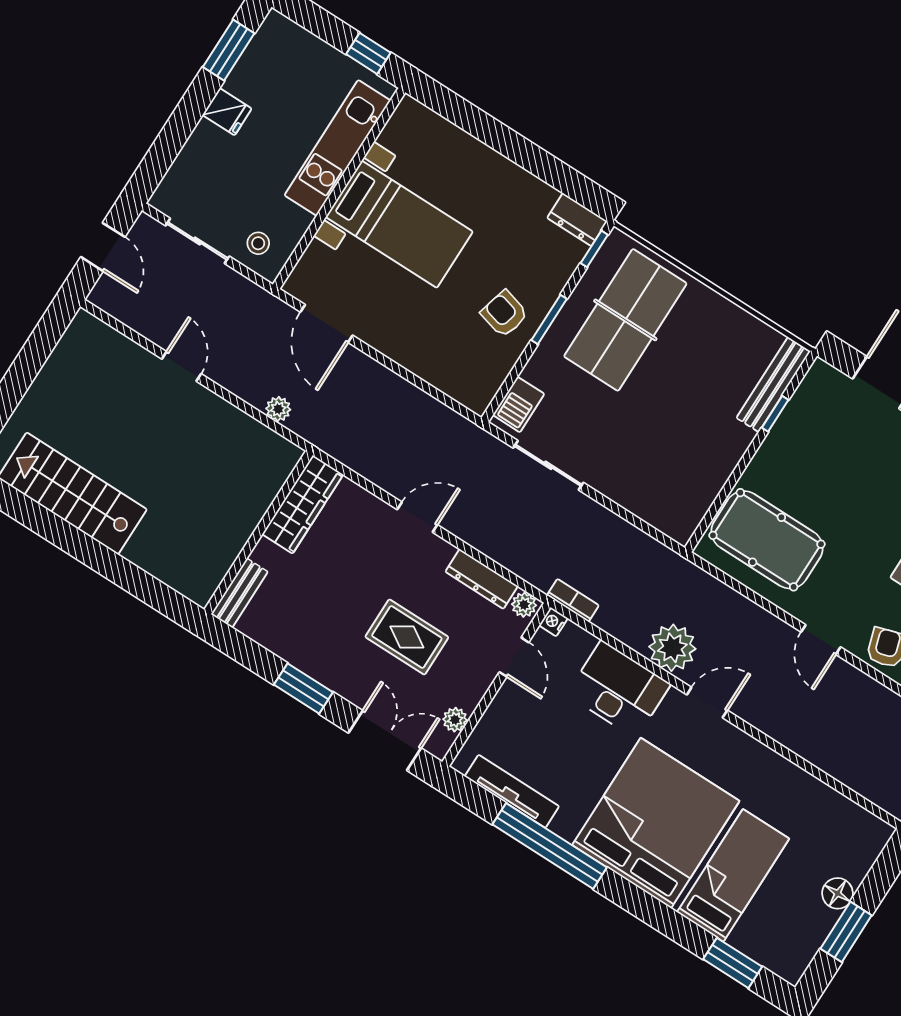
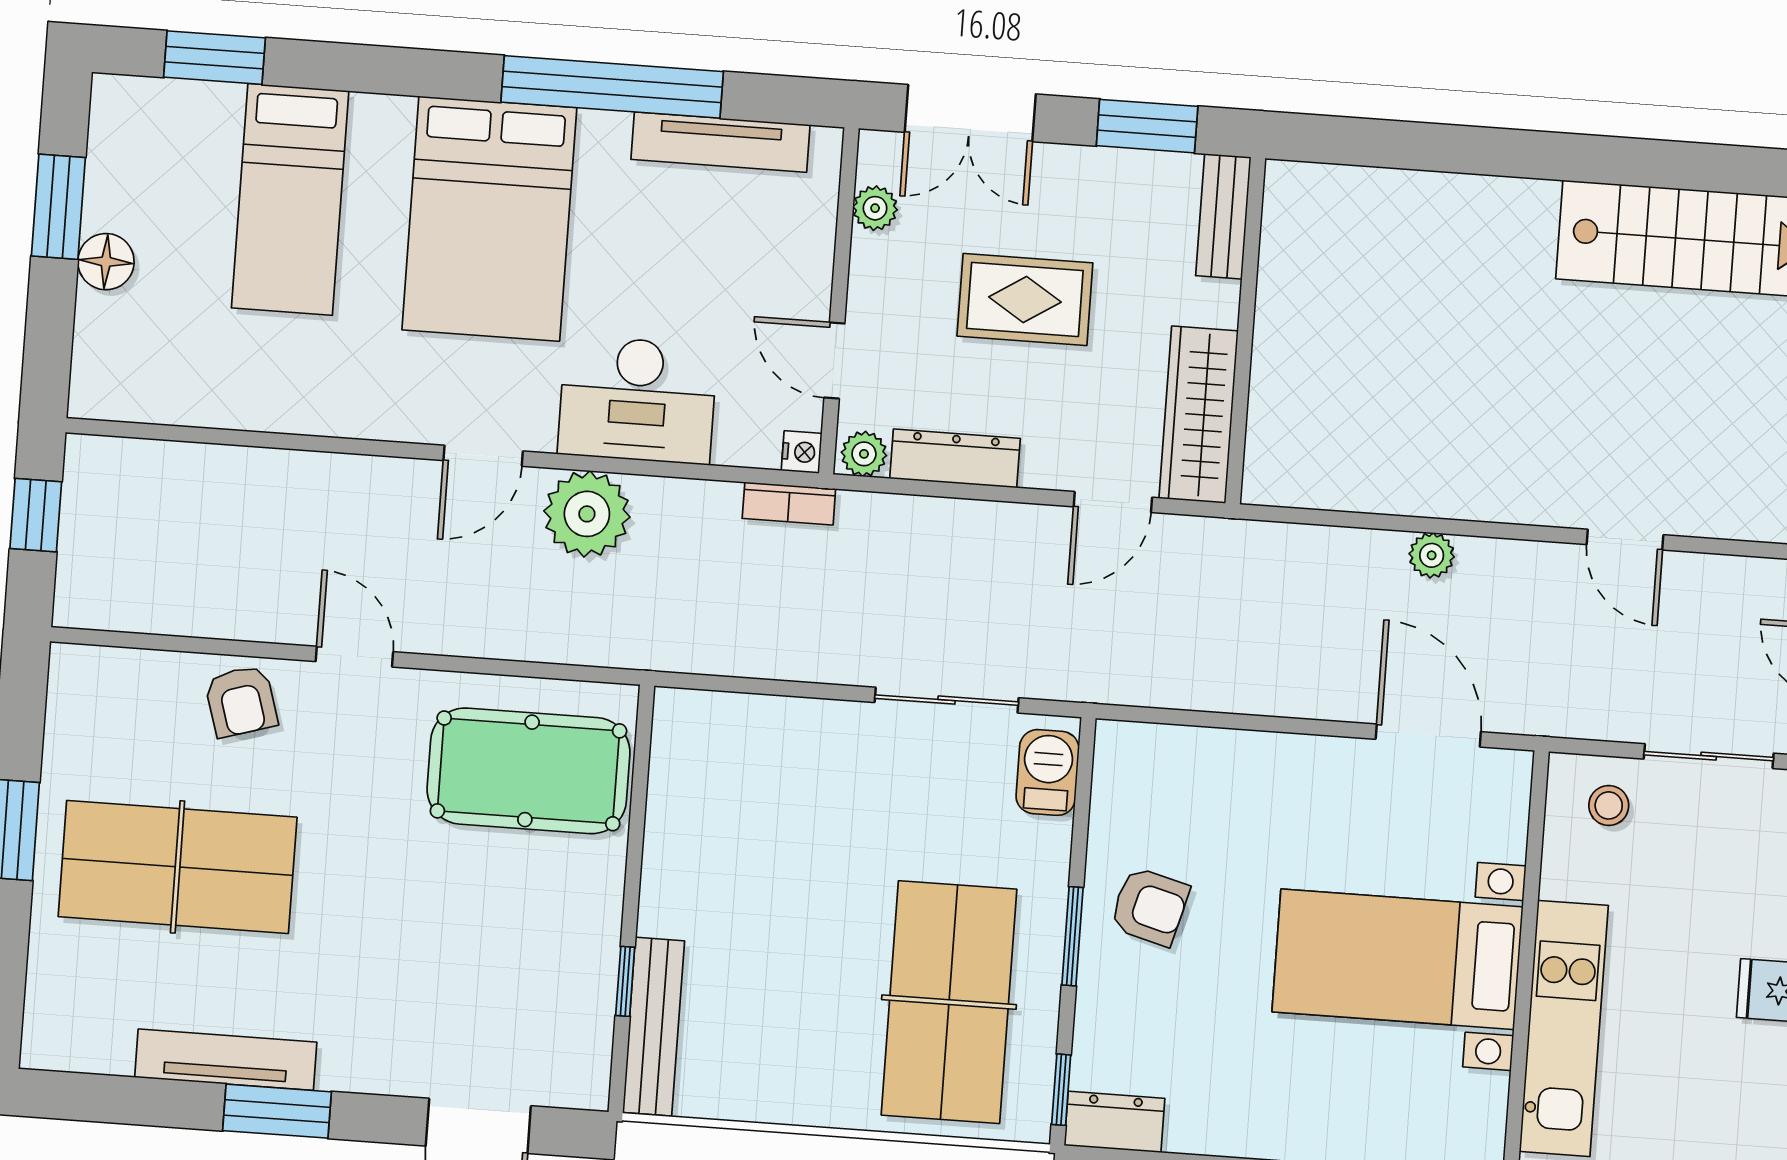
wardrobe: (303, 504) -> (1199, 415), moved
wall: (258, 532) -> (1245, 331), moved
bench: (239, 593) -> (1223, 216), moved
bed: (656, 823) -> (489, 219), width x0.73

